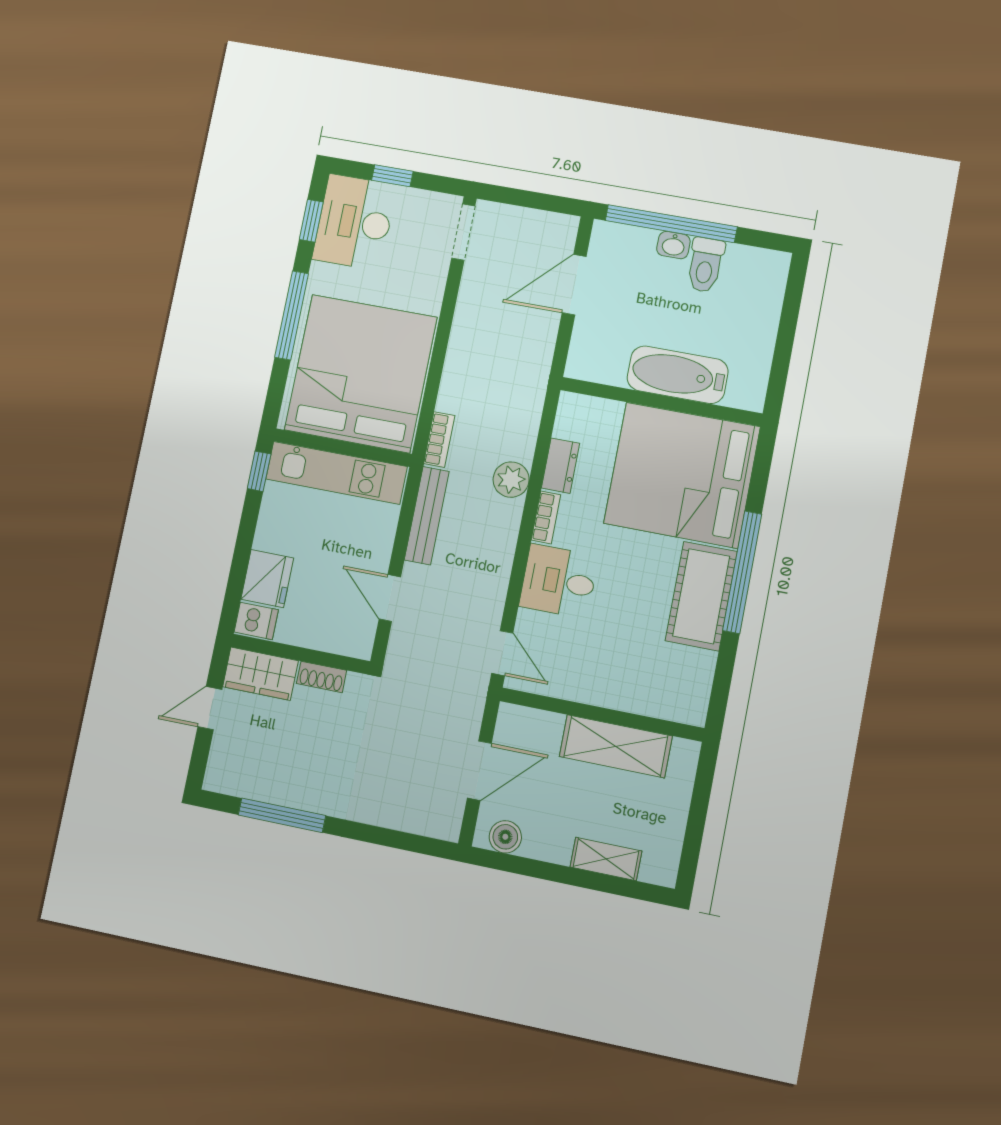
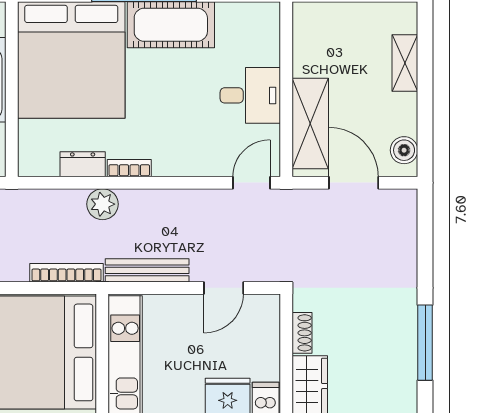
bookcase: (439, 440) -> (67, 273), width x1.56
desk: (559, 581) -> (250, 95), moved, turned -90
shelving: (616, 746) -> (310, 124), moved

